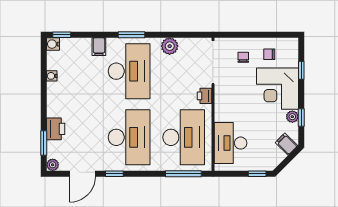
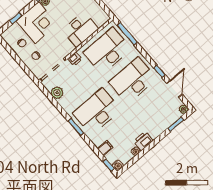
plant: (170, 46) -> (57, 93), moved
filing cabinet: (99, 47) -> (105, 148), moved
printer: (56, 129) -> (143, 141), moved
desk: (231, 143) -> (80, 29), moved
door: (82, 174) -> (174, 89), hinge flipped

